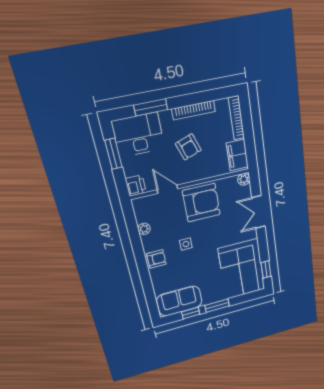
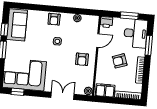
armchair: (201, 203) -> (82, 59), width x0.53, depth x0.53

